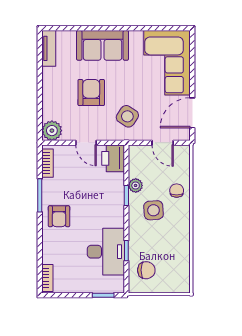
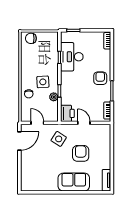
corner sofa: (167, 63) -> (35, 171), removed
armchair: (91, 92) -> (81, 153), turned 180
plant: (52, 131) -> (105, 130), removed
chair: (146, 270) -> (31, 38), moved

